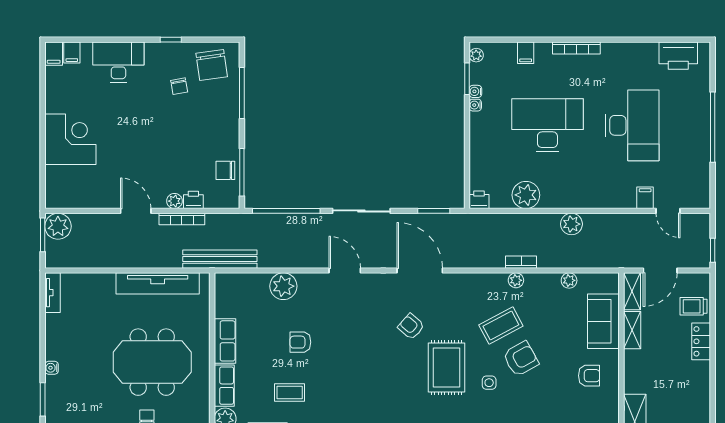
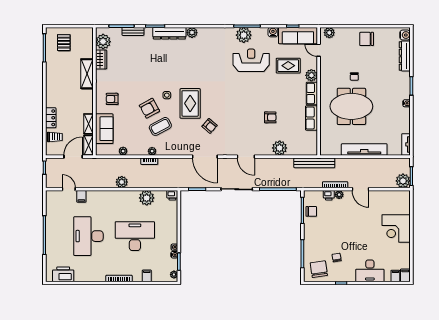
desk: (547, 125) -> (135, 236), turned 180
tv unit: (158, 283) -> (364, 150), moved
coffee table: (290, 393) -> (276, 90), removed

